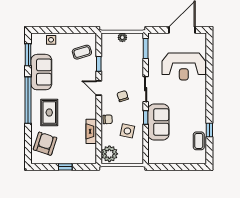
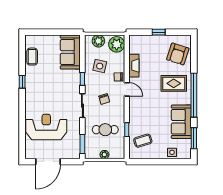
cafe table: (122, 64) -> (105, 130), added
door: (99, 88) -> (127, 89), moved
rug: (49, 113) -> (174, 83), turned 90
sofa: (158, 122) -> (70, 52), moved
window: (209, 130) -> (22, 82), moved
plant: (129, 157) -> (98, 41), added

